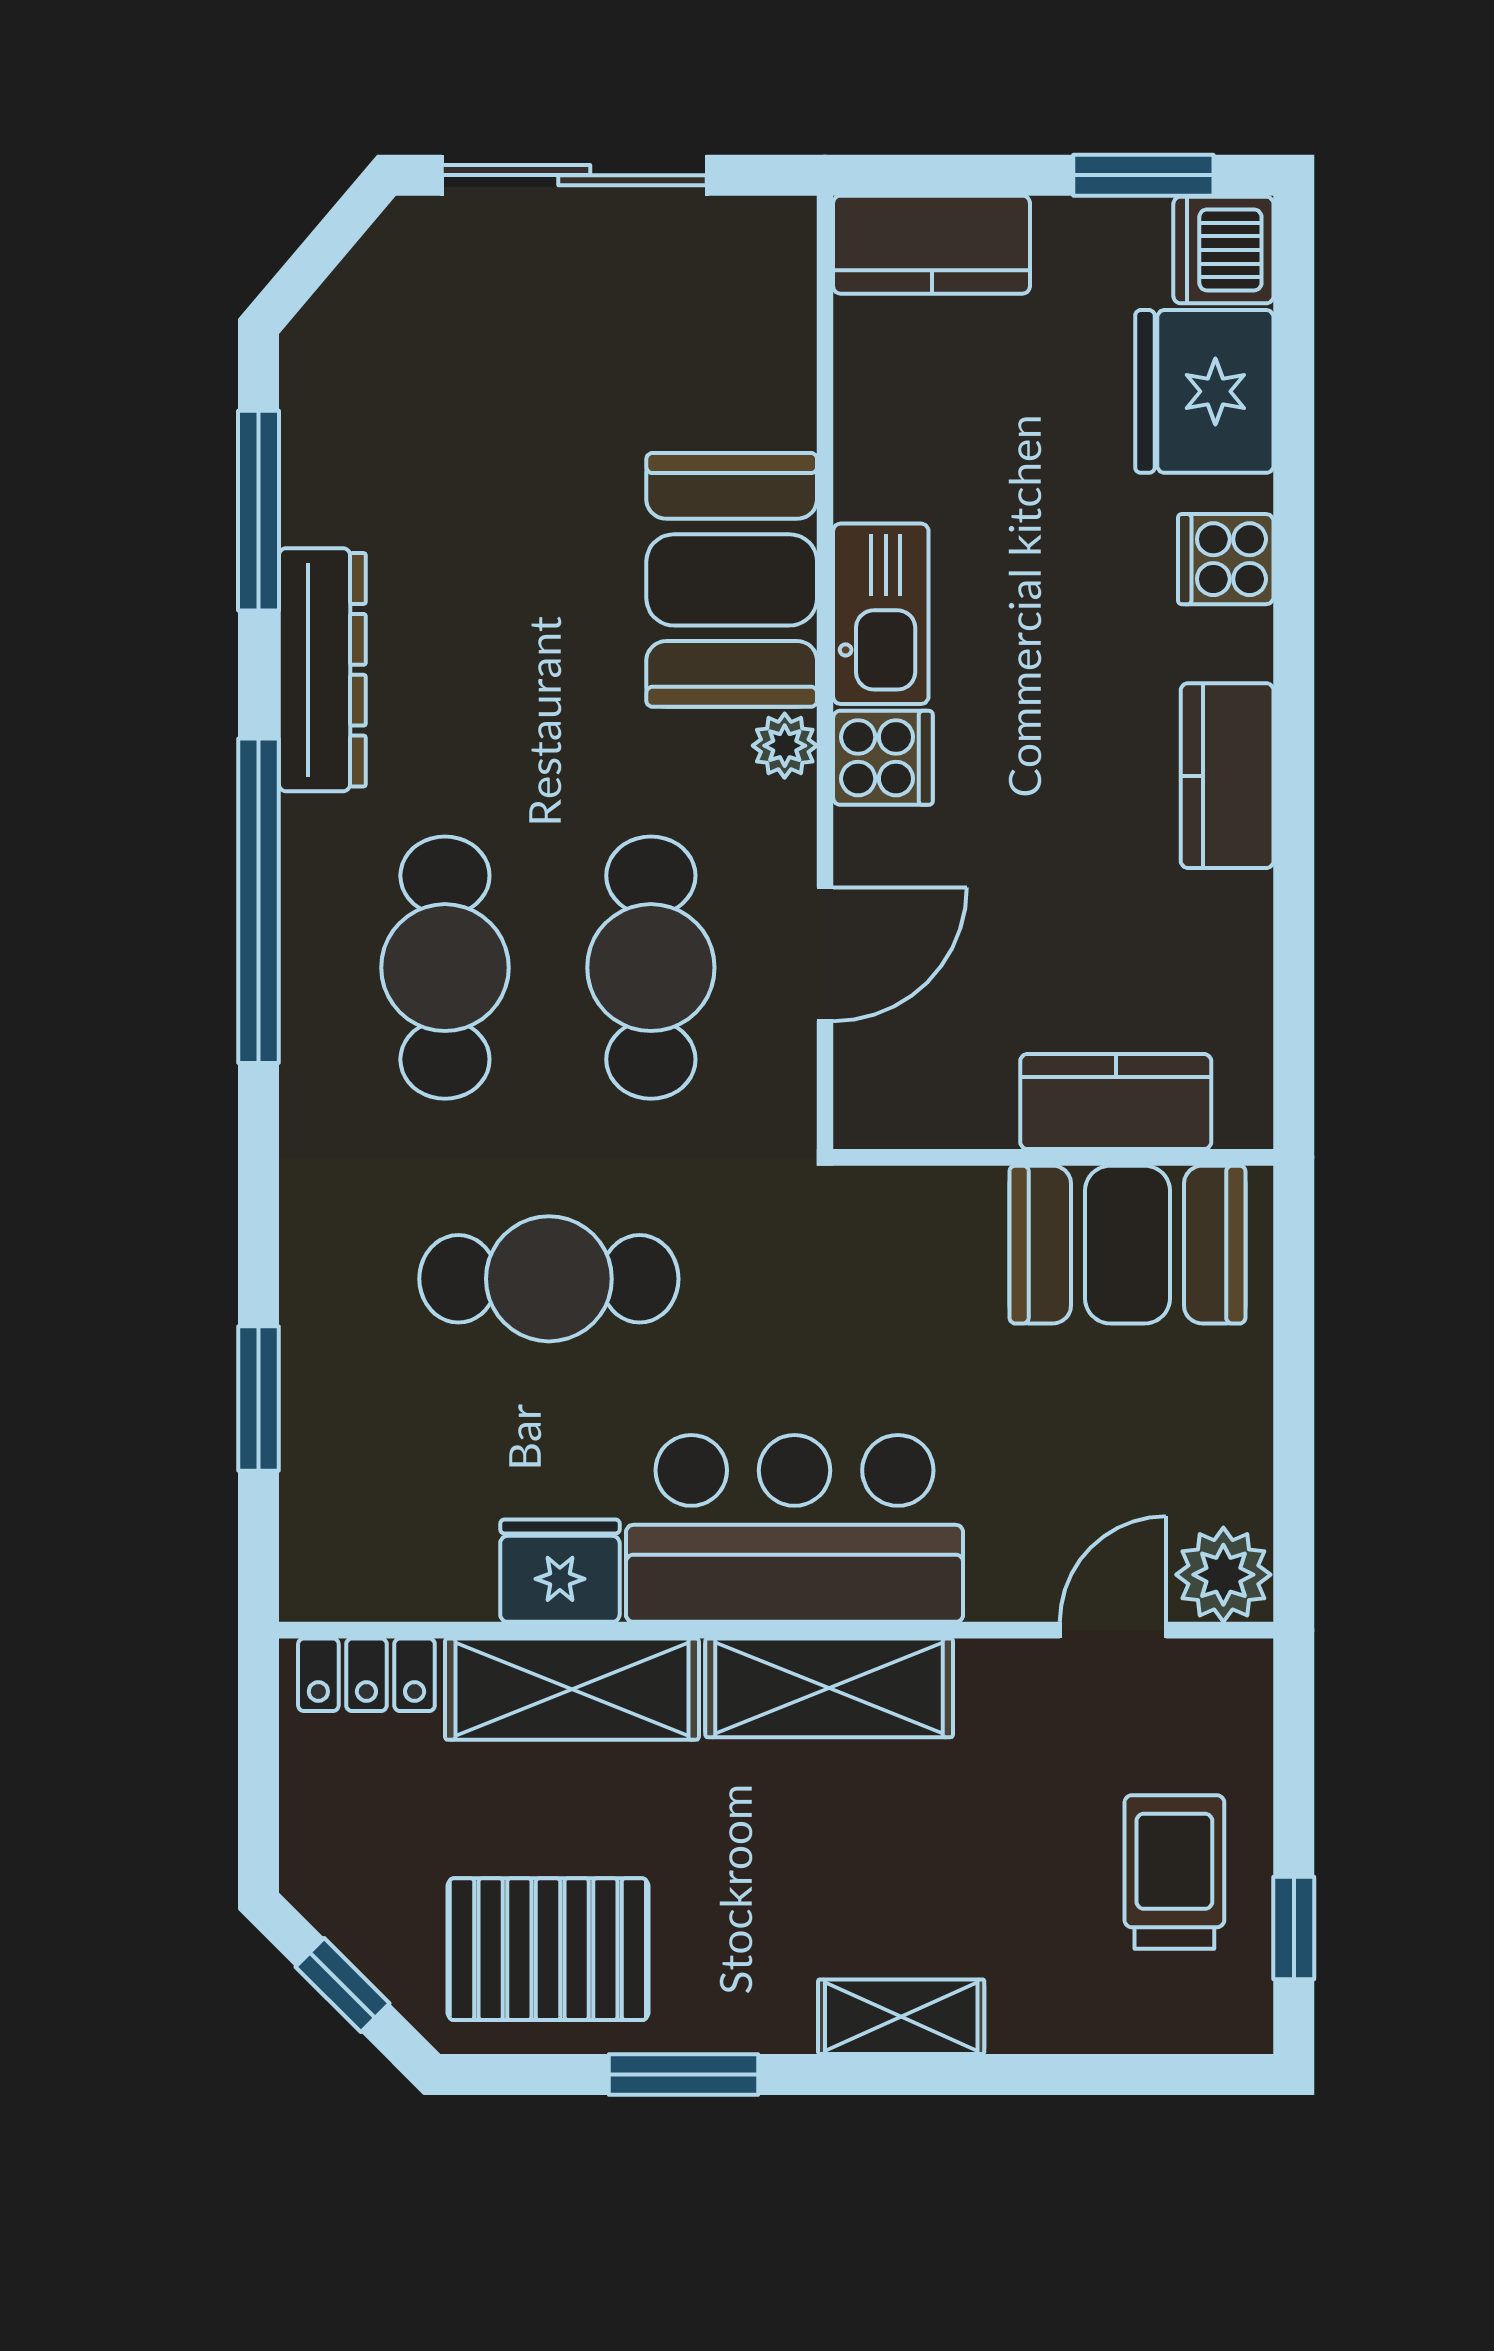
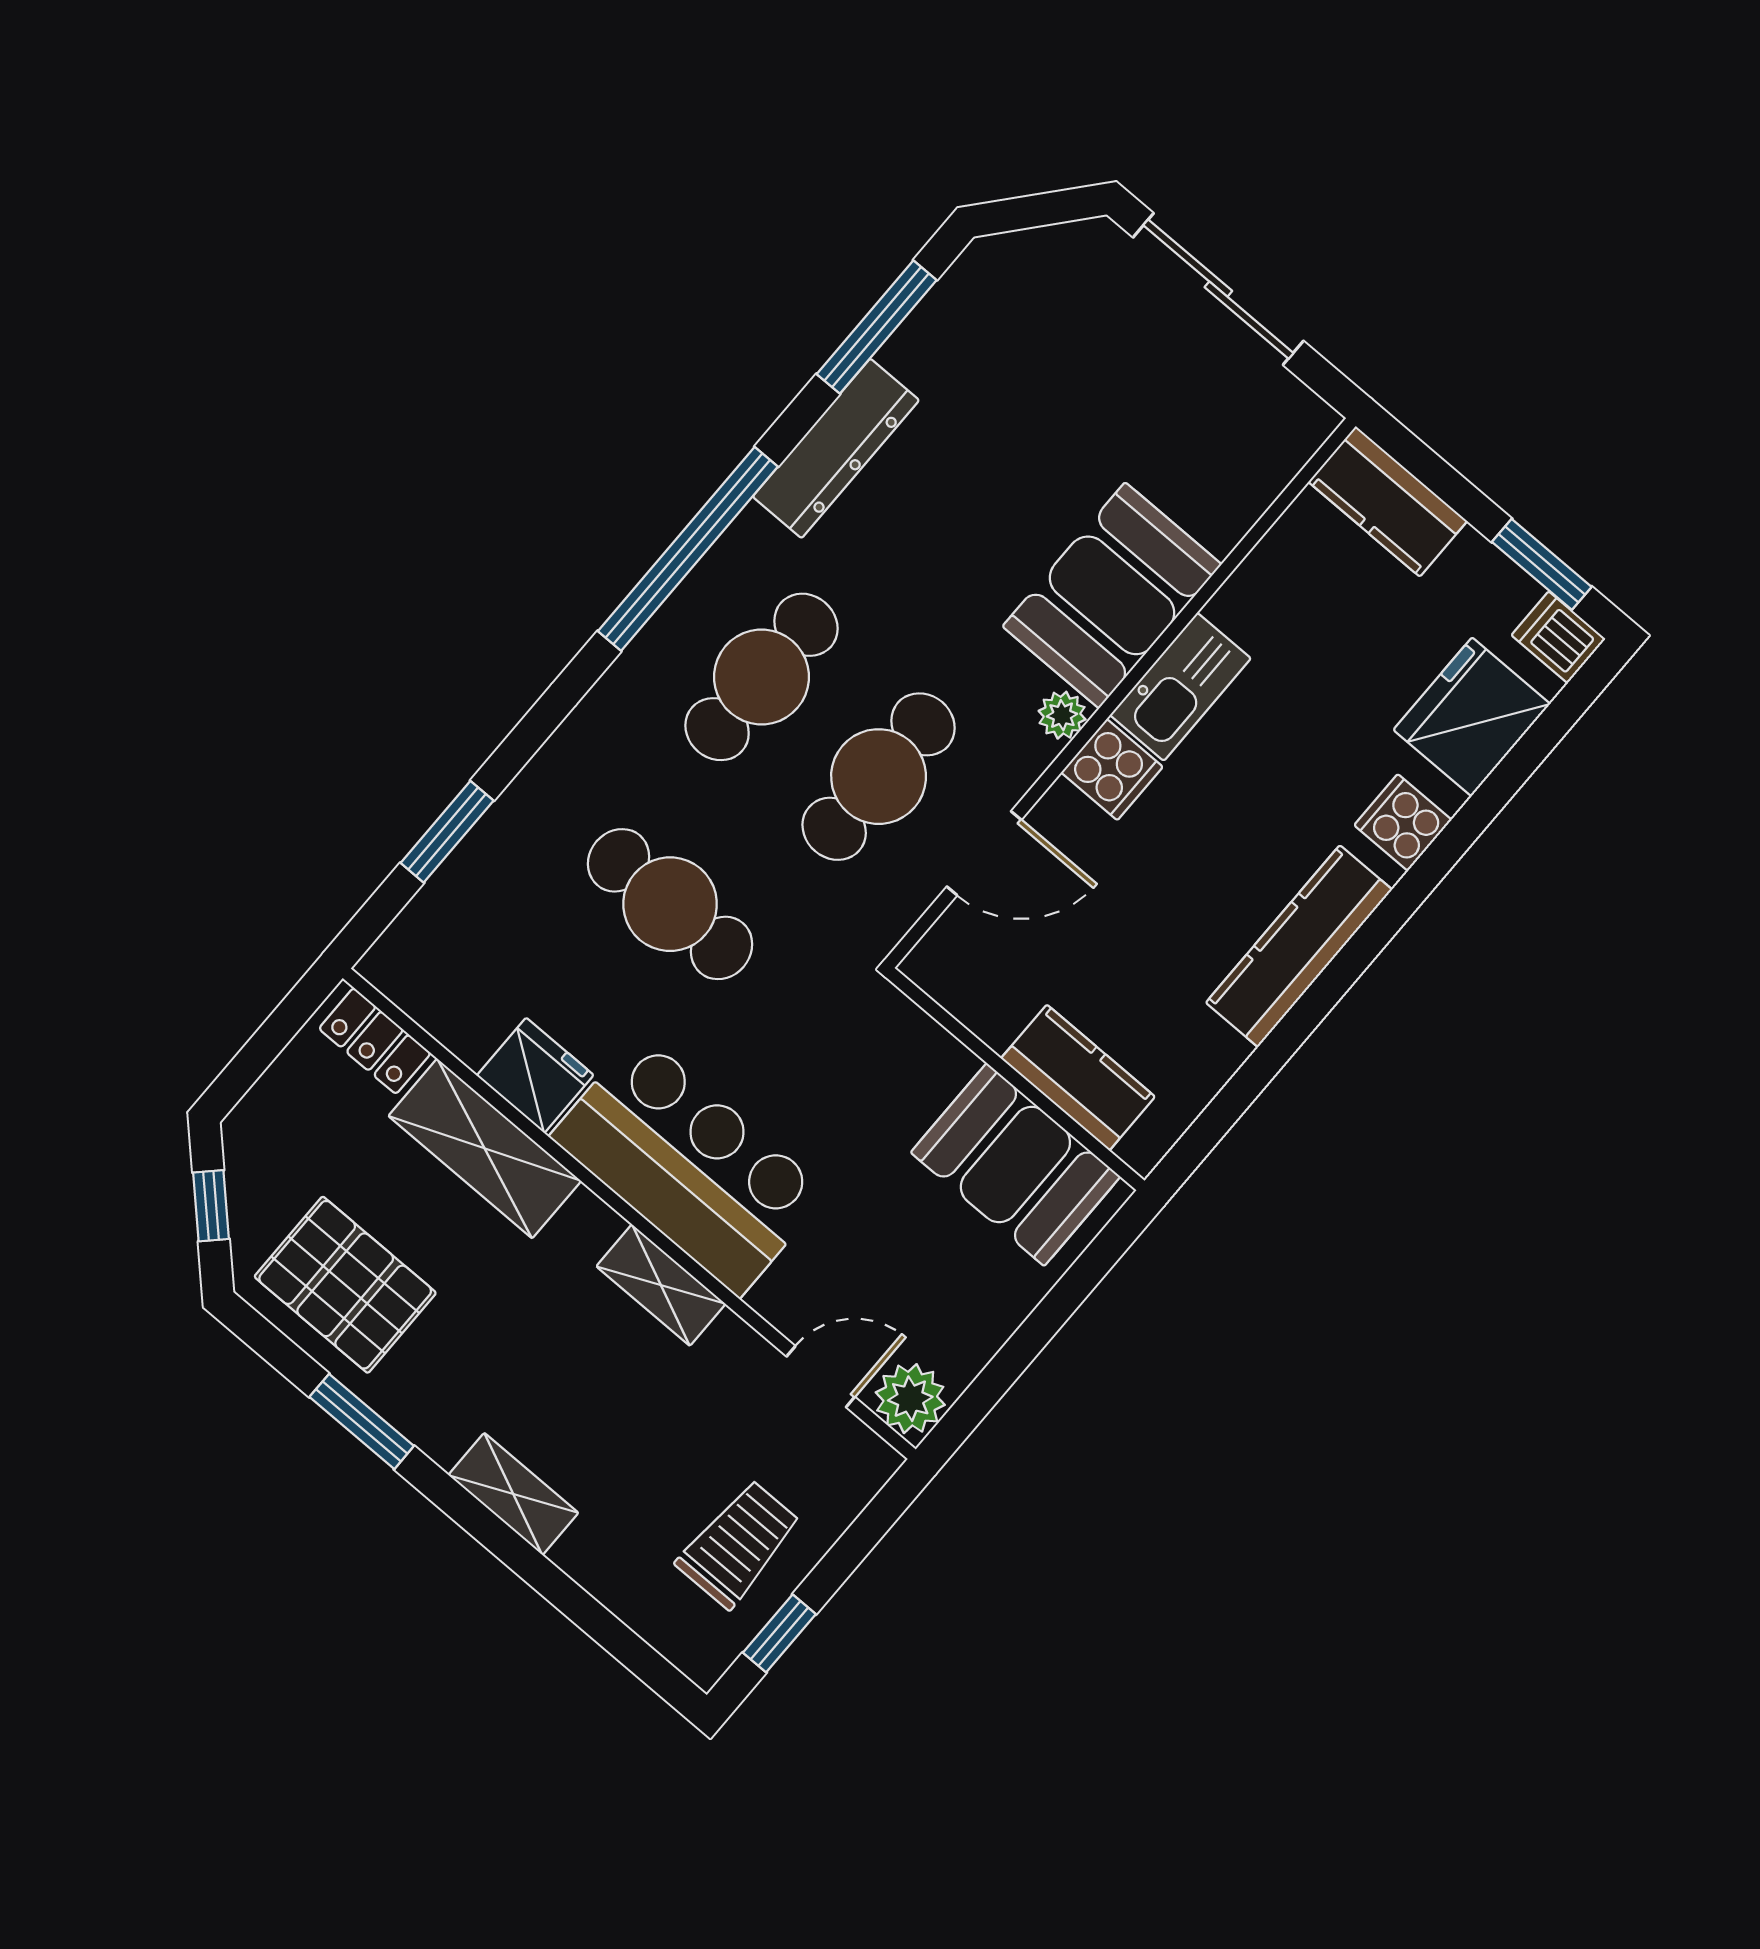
dishwasher: (1223, 250) -> (1558, 637), width x0.73
kitchen counter: (1227, 776) -> (1299, 946), width x1.50
shelving: (829, 1688) -> (661, 1285), width x0.67, depth x0.75

